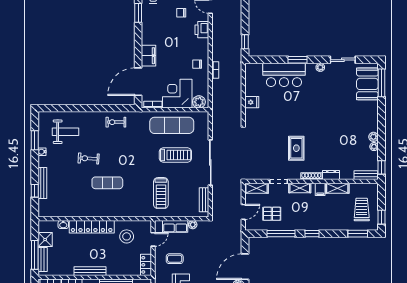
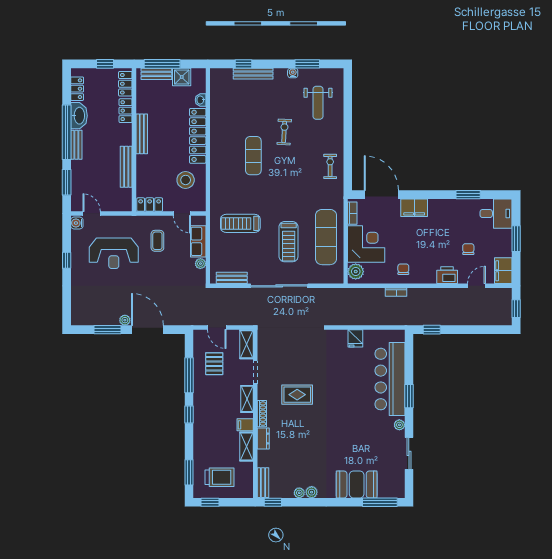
bar counter: (284, 75) -> (390, 379), width x1.36
booth: (367, 84) -> (357, 484), moved

